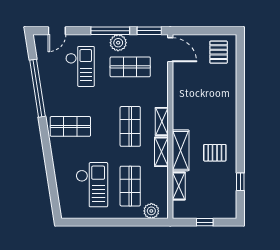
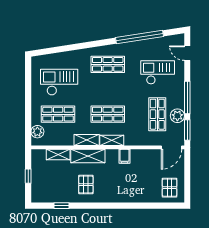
plant: (118, 43) -> (177, 116), moved
pallet: (219, 52) -> (170, 188), turned 90
checkout: (80, 66) -> (158, 72), turned 180
filing cabinet: (181, 106) -> (125, 156), added
shop shelf: (70, 126) -> (108, 64), turned 90
checkout: (92, 185) -> (59, 82), turned 180

